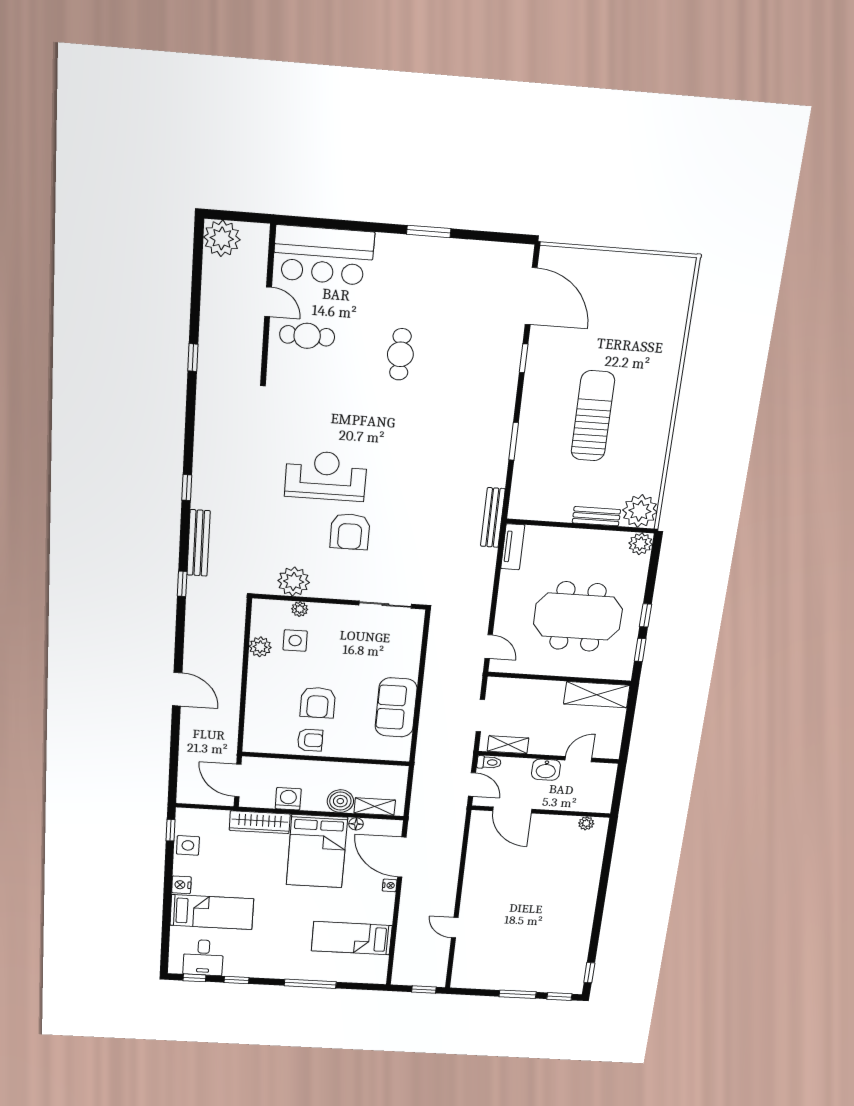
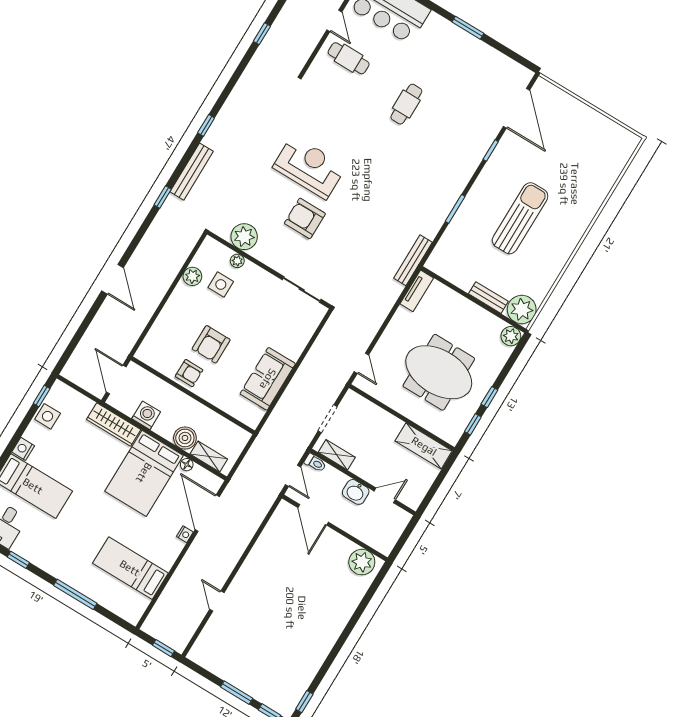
armchair: (350, 532) -> (305, 218), turned 90
plant: (586, 823) -> (362, 562), width x1.88, depth x1.88

